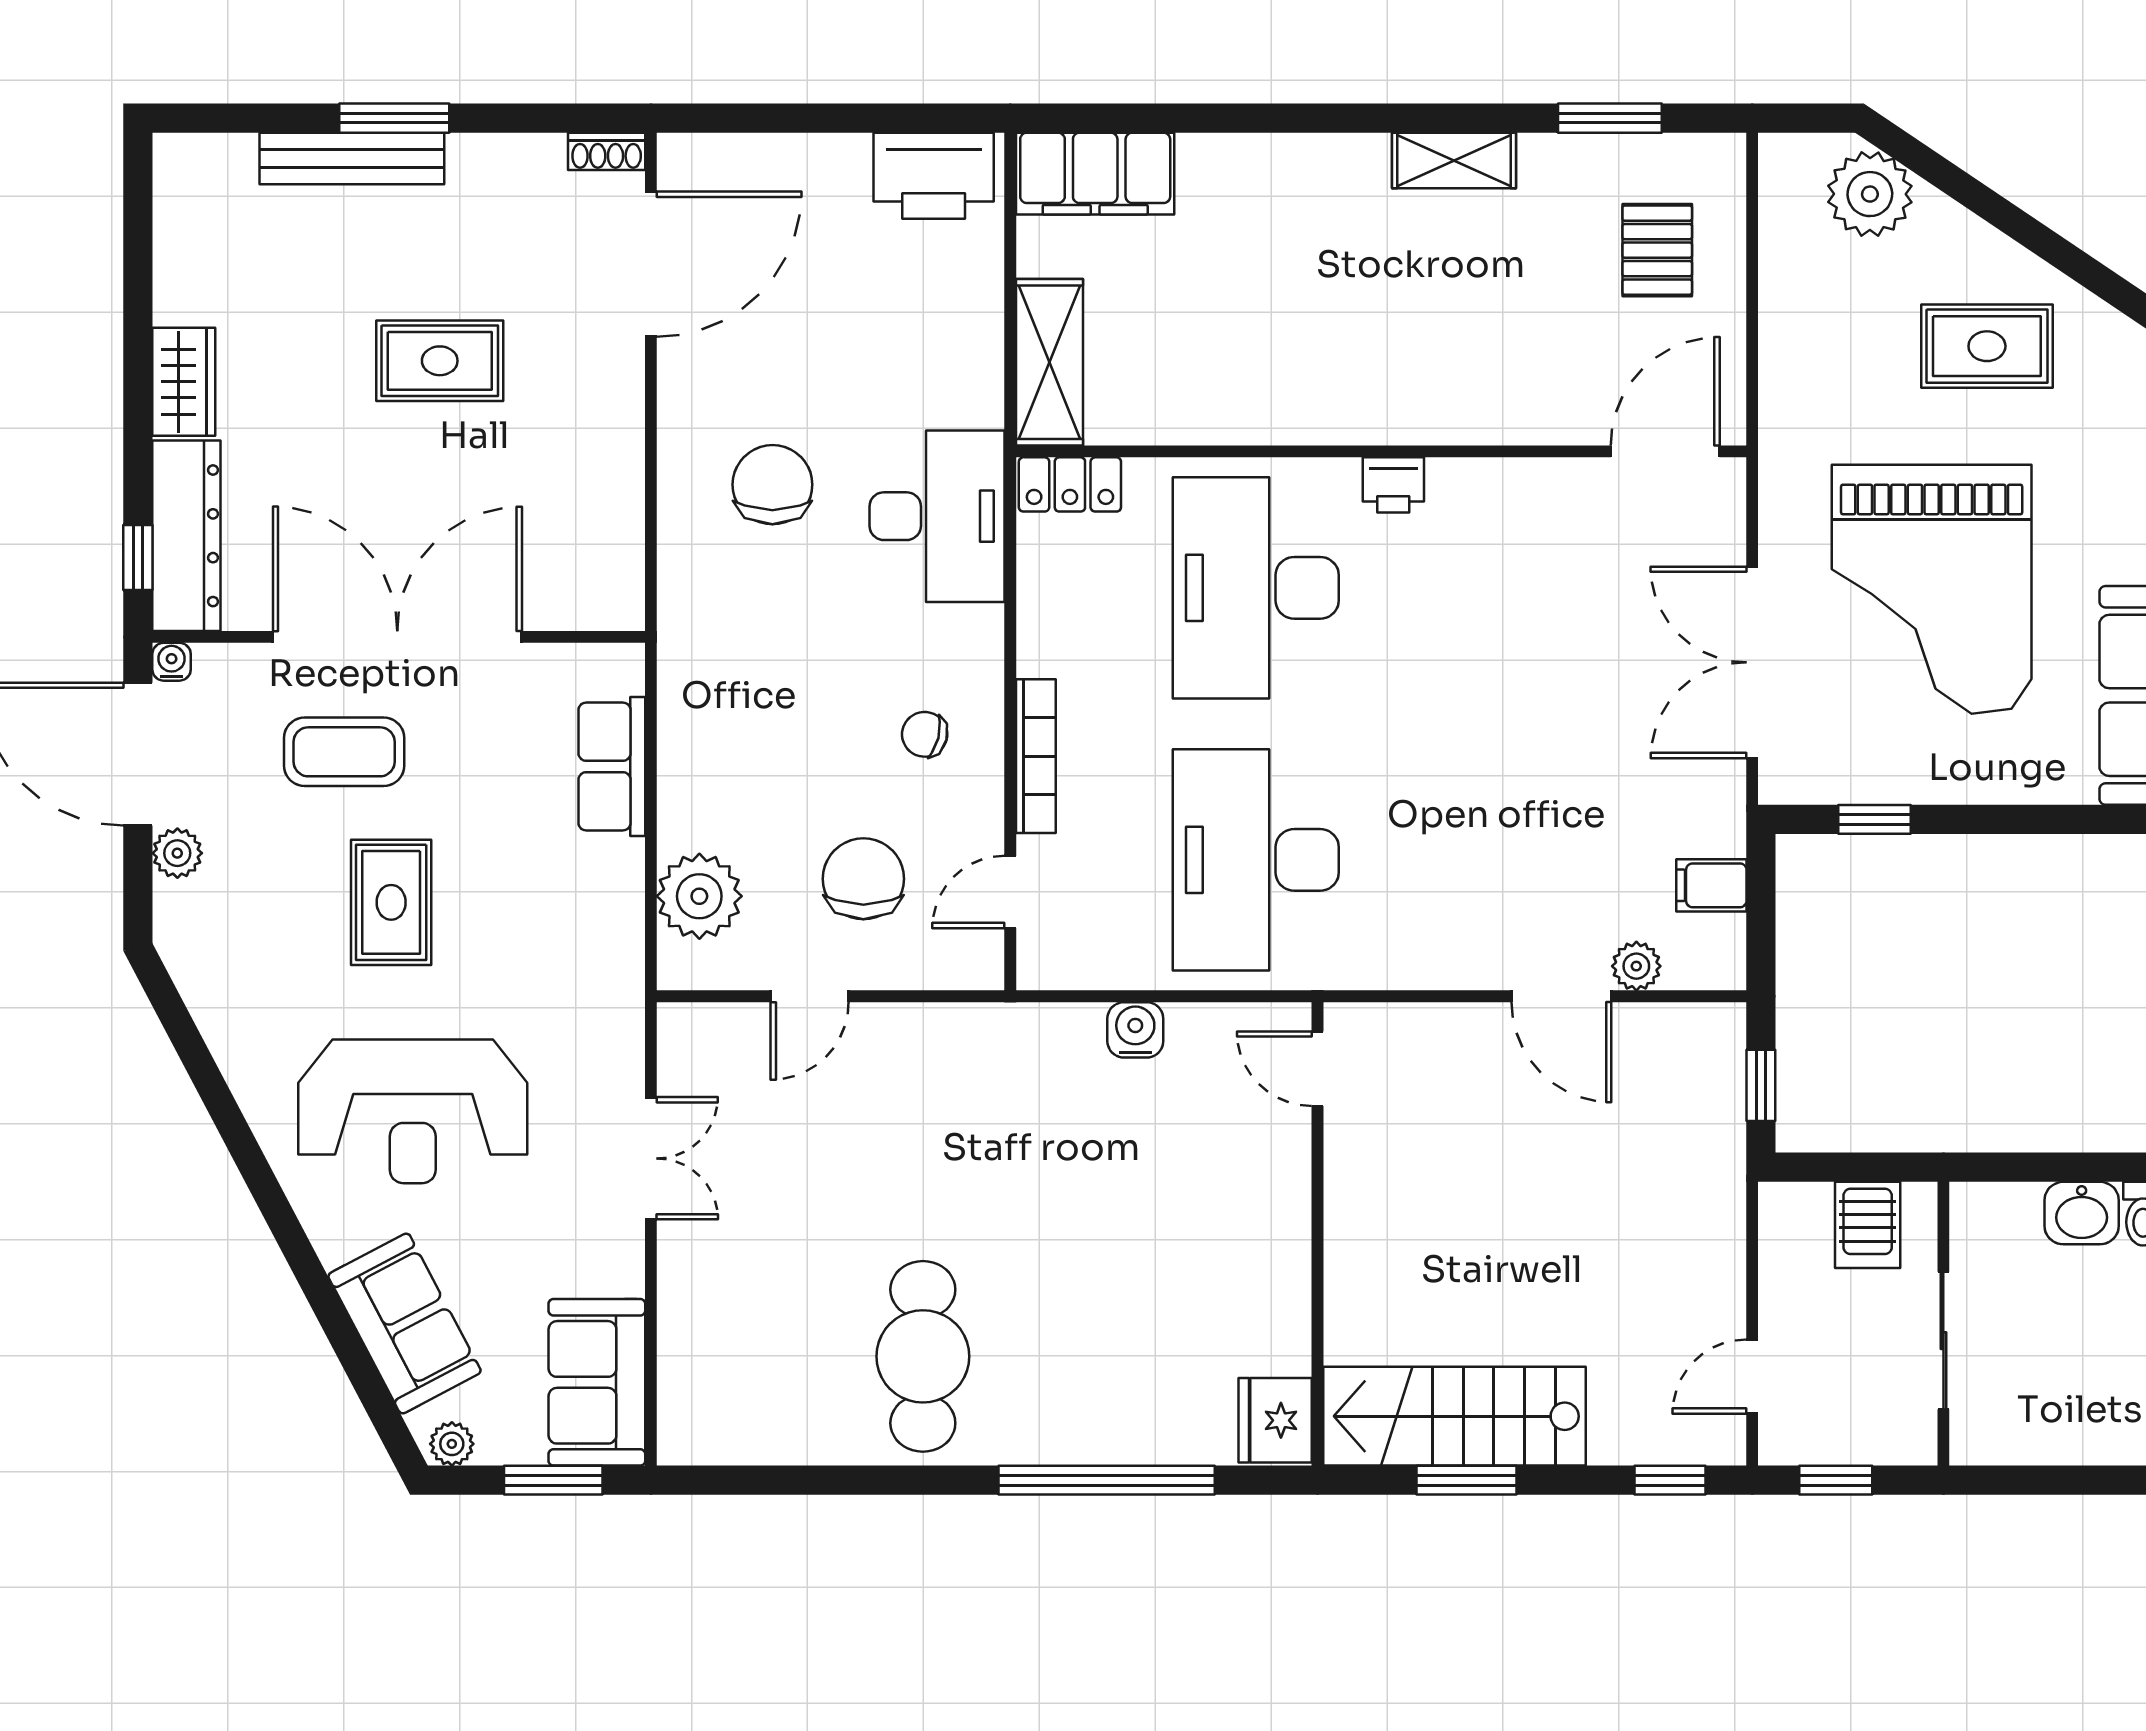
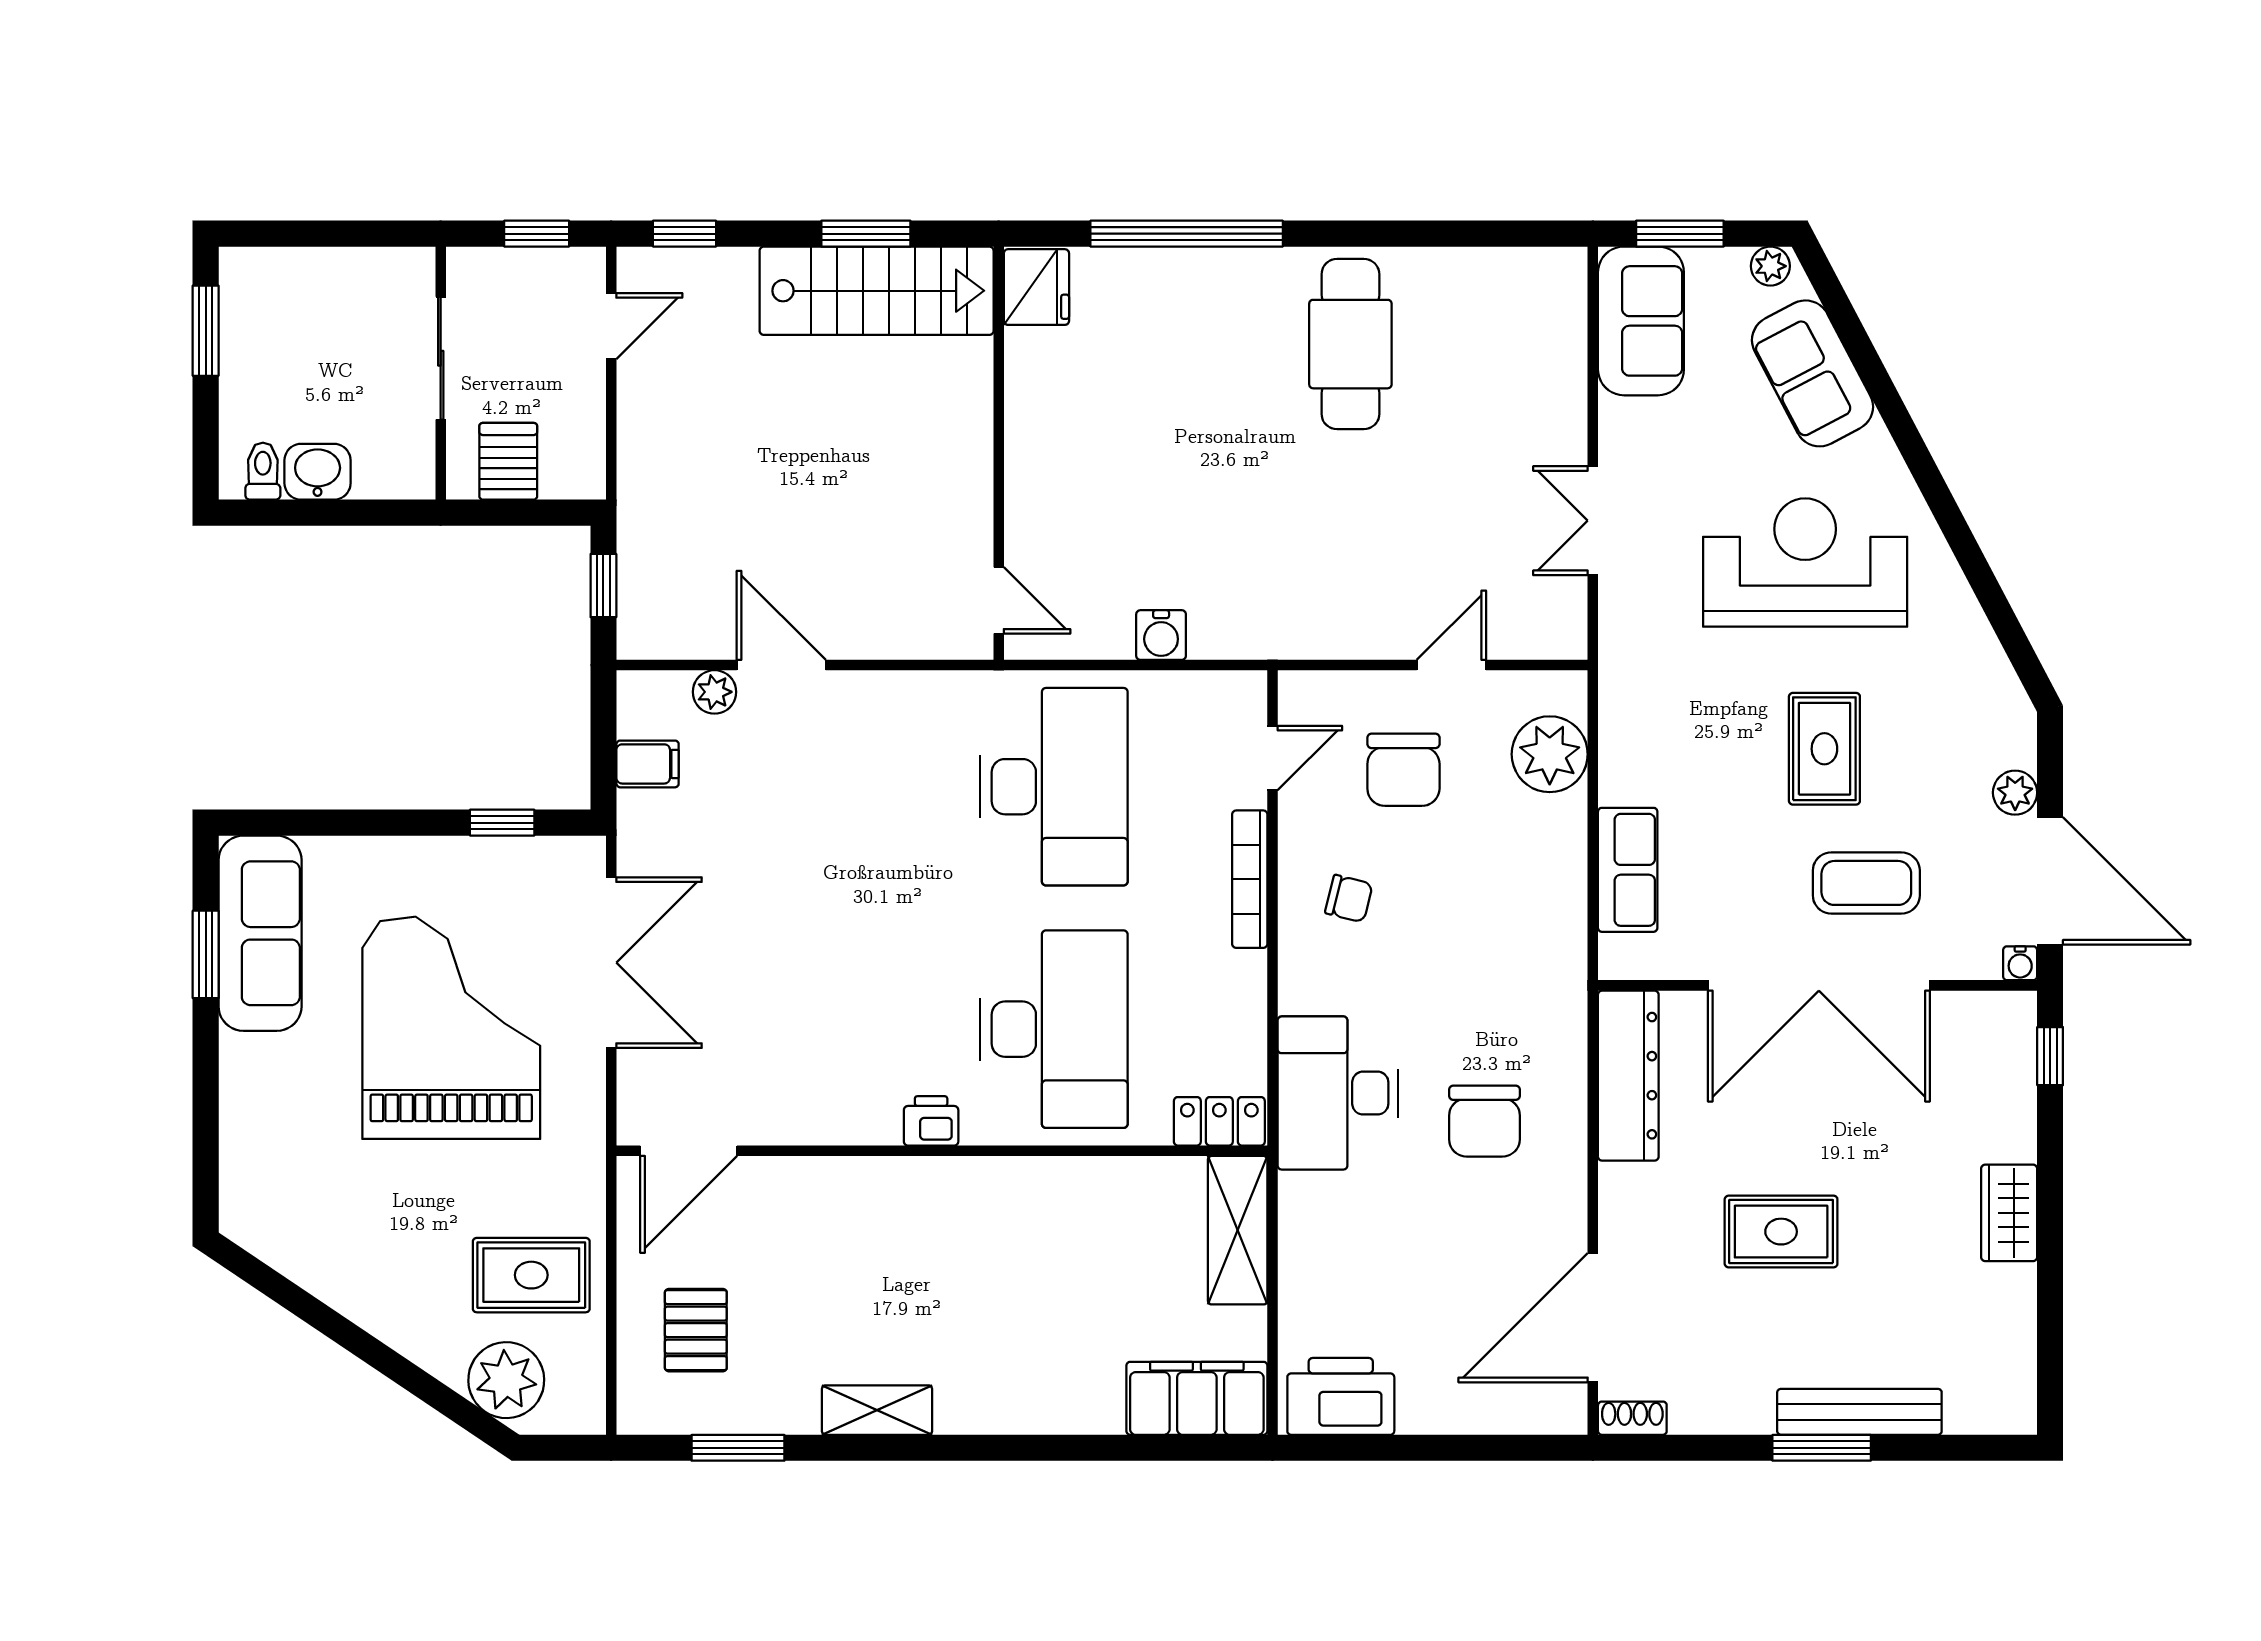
rug: (1987, 346) -> (531, 1275), moved
dresser: (186, 536) -> (1628, 1076), moved, turned 180

